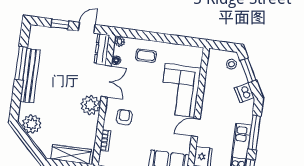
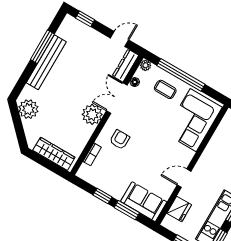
window: (60, 24) -> (85, 19), moved
window: (155, 37) -> (181, 75), added
double door: (106, 81) -> (117, 98), swing flipped
corner sofa: (180, 90) -> (193, 120), moved

